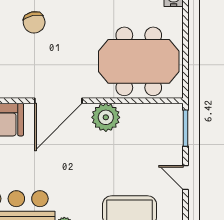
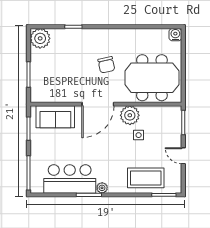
chair: (34, 22) -> (106, 65), moved
side table: (119, 147) -> (139, 135), added

